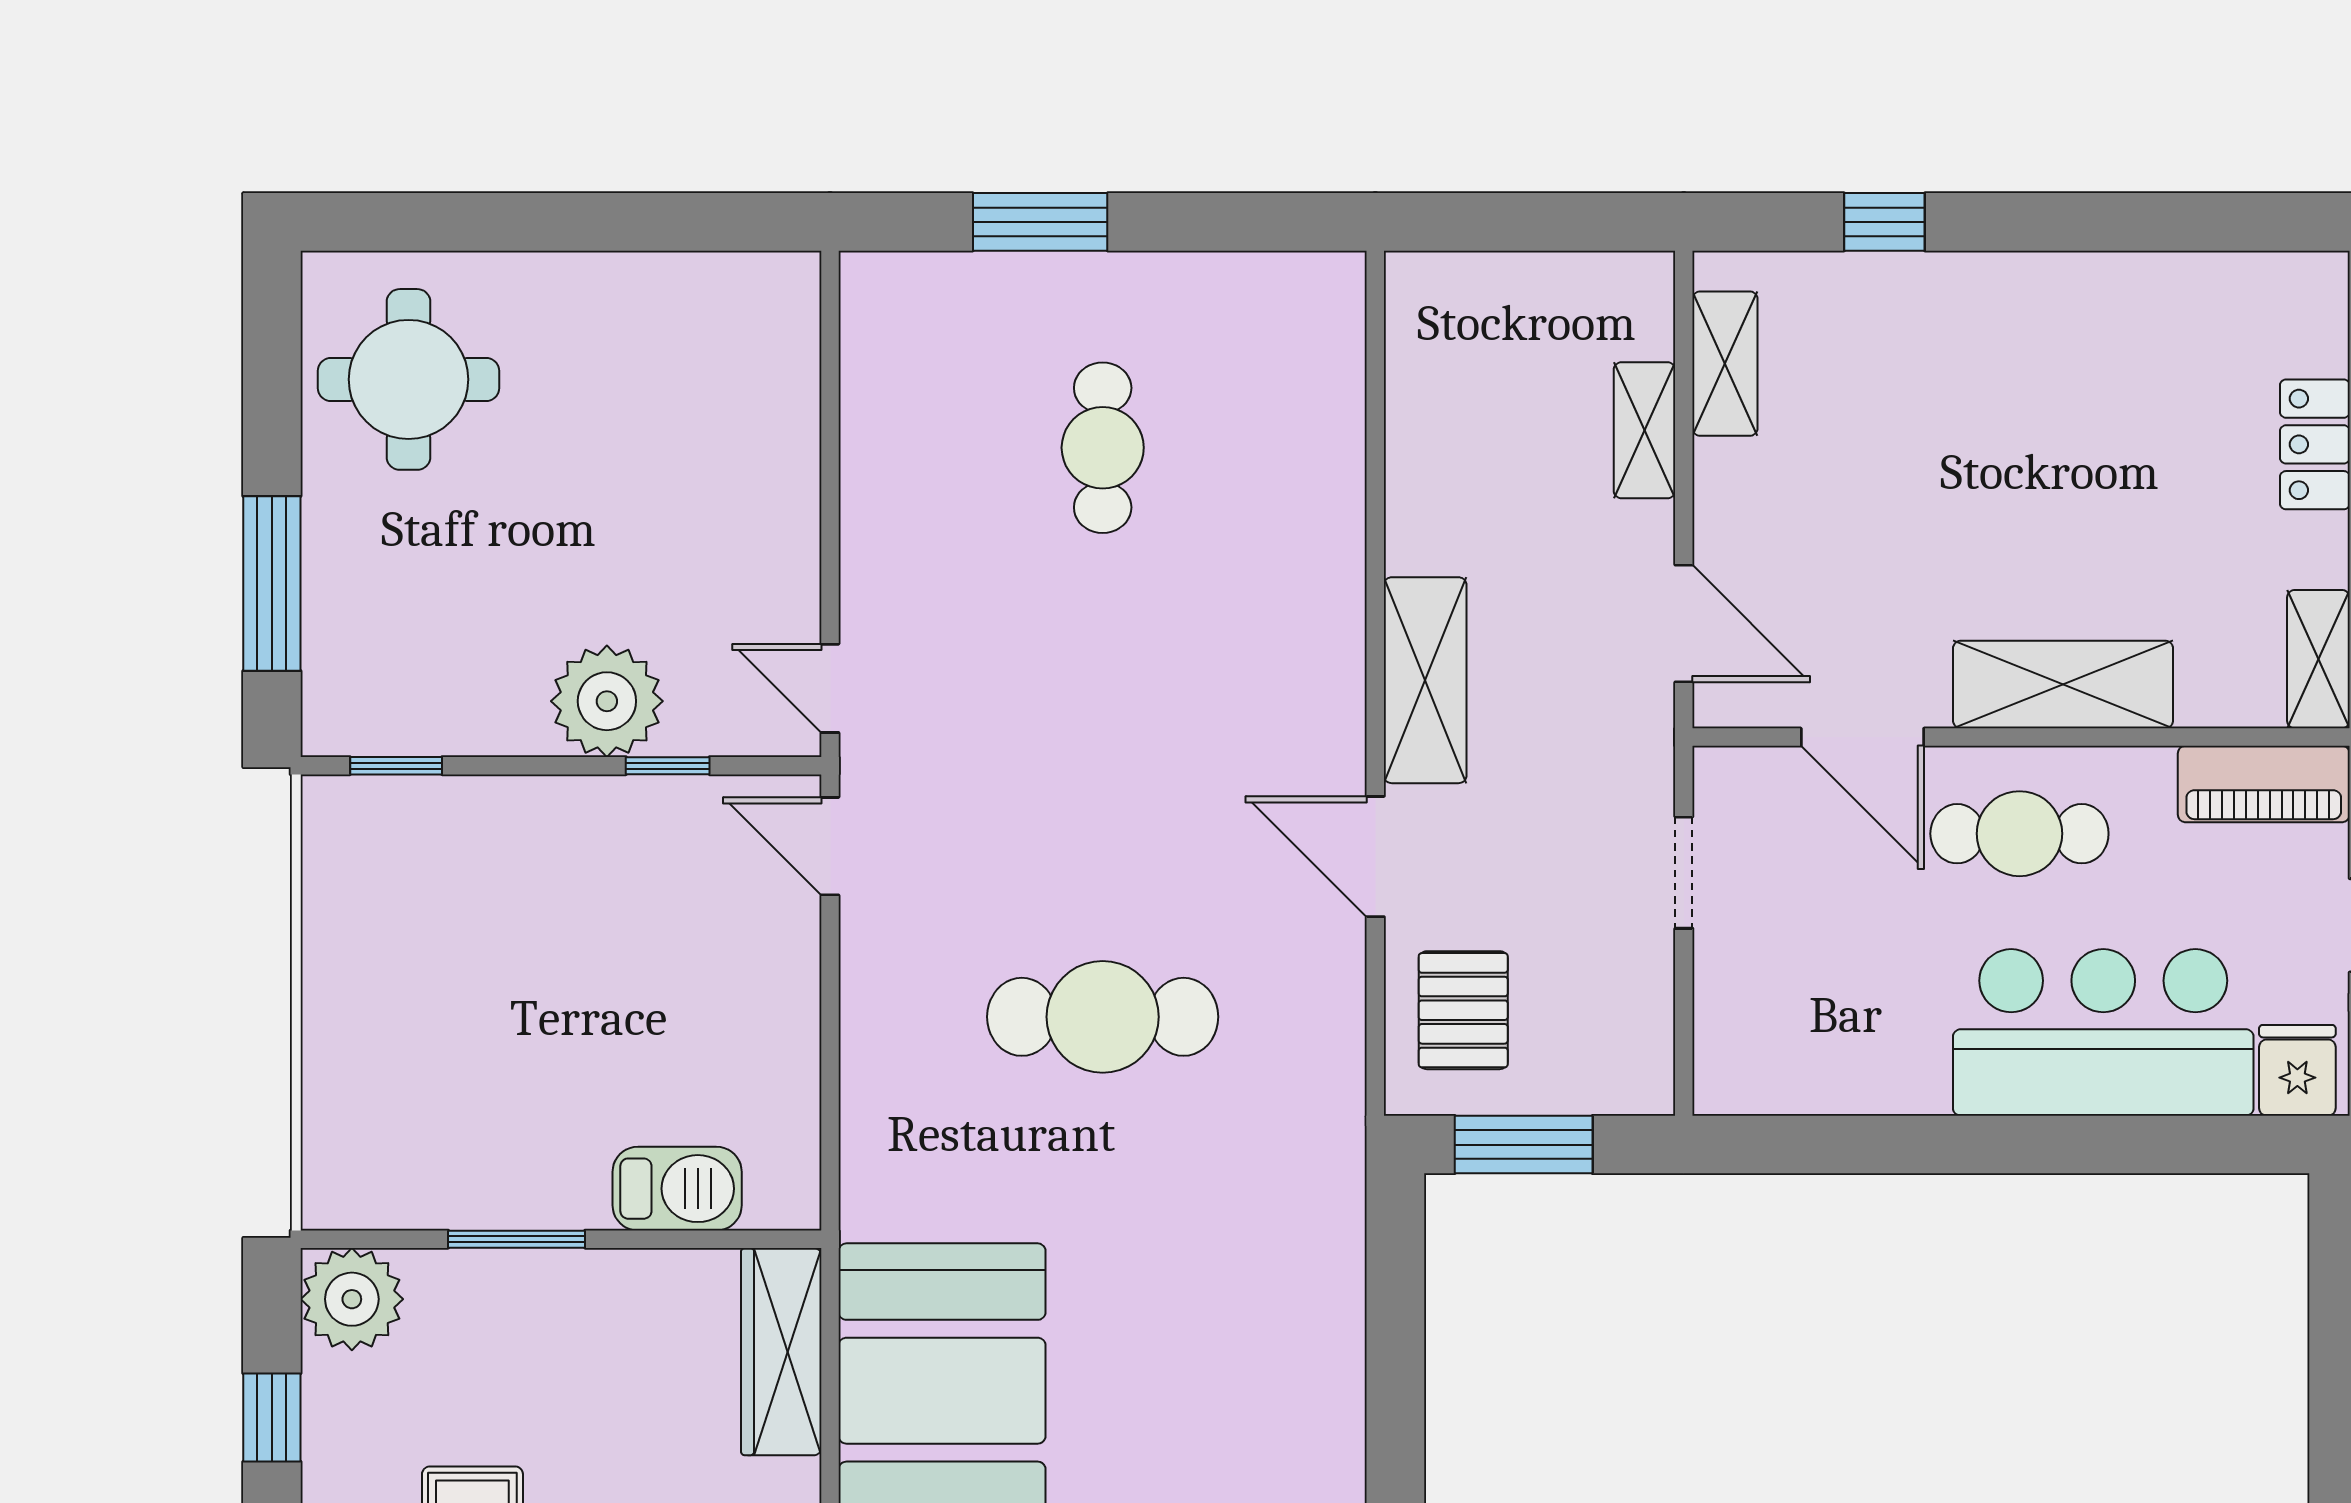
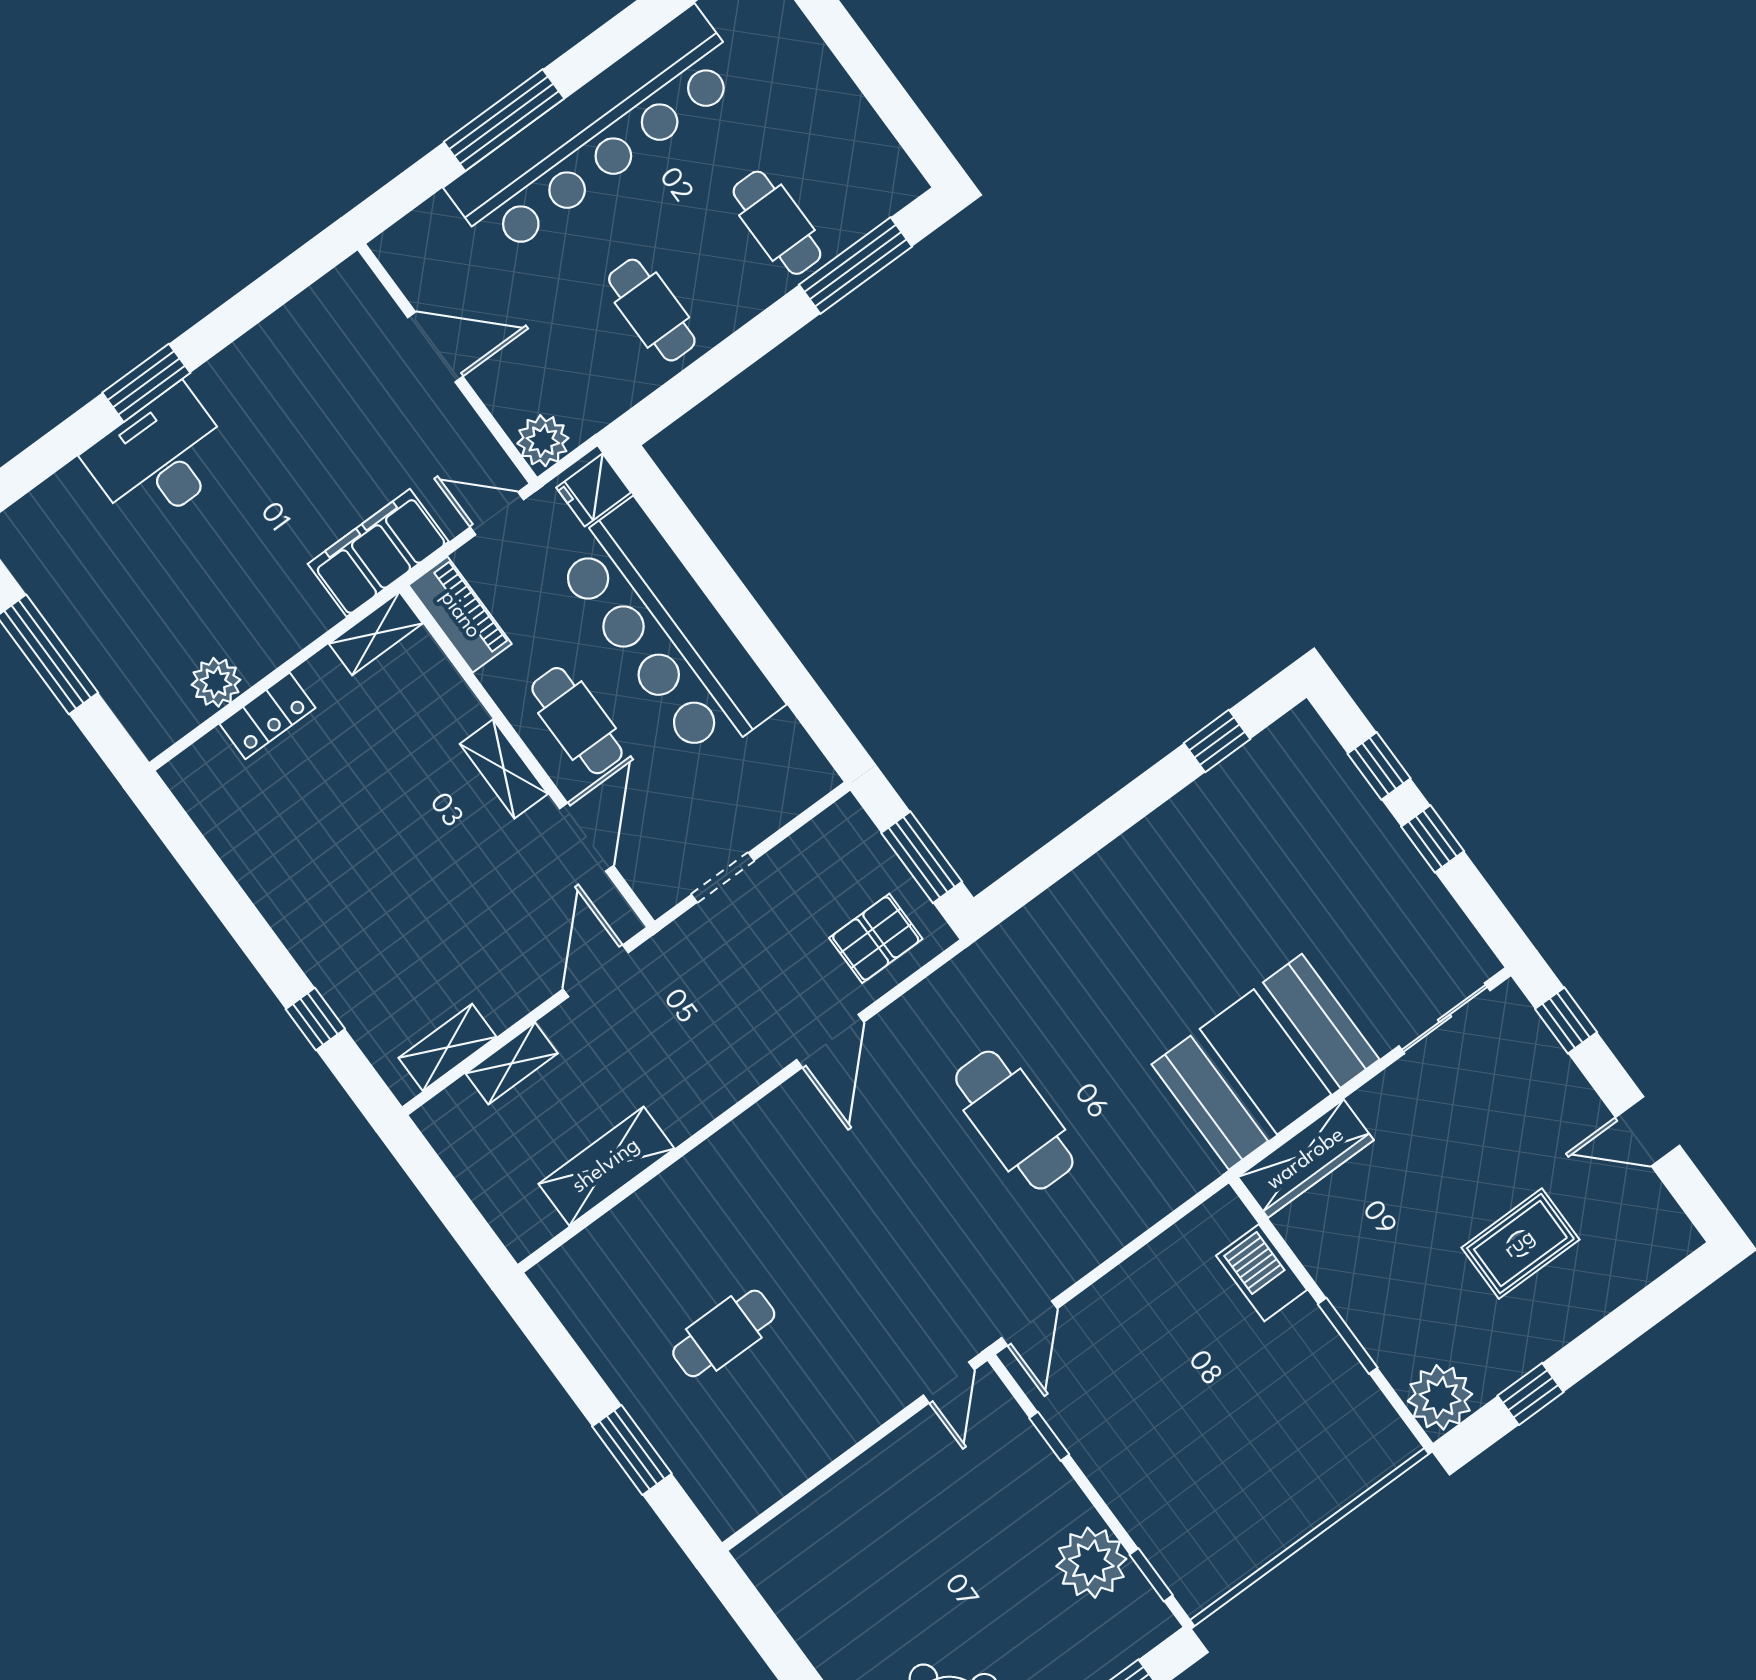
shelving: (1425, 680) -> (606, 1166), moved
shelving: (2063, 684) -> (504, 769), width x0.67, depth x0.75
plant: (607, 701) -> (1091, 1563), moved
bar counter: (2103, 1032) -> (668, 631), width x1.36

